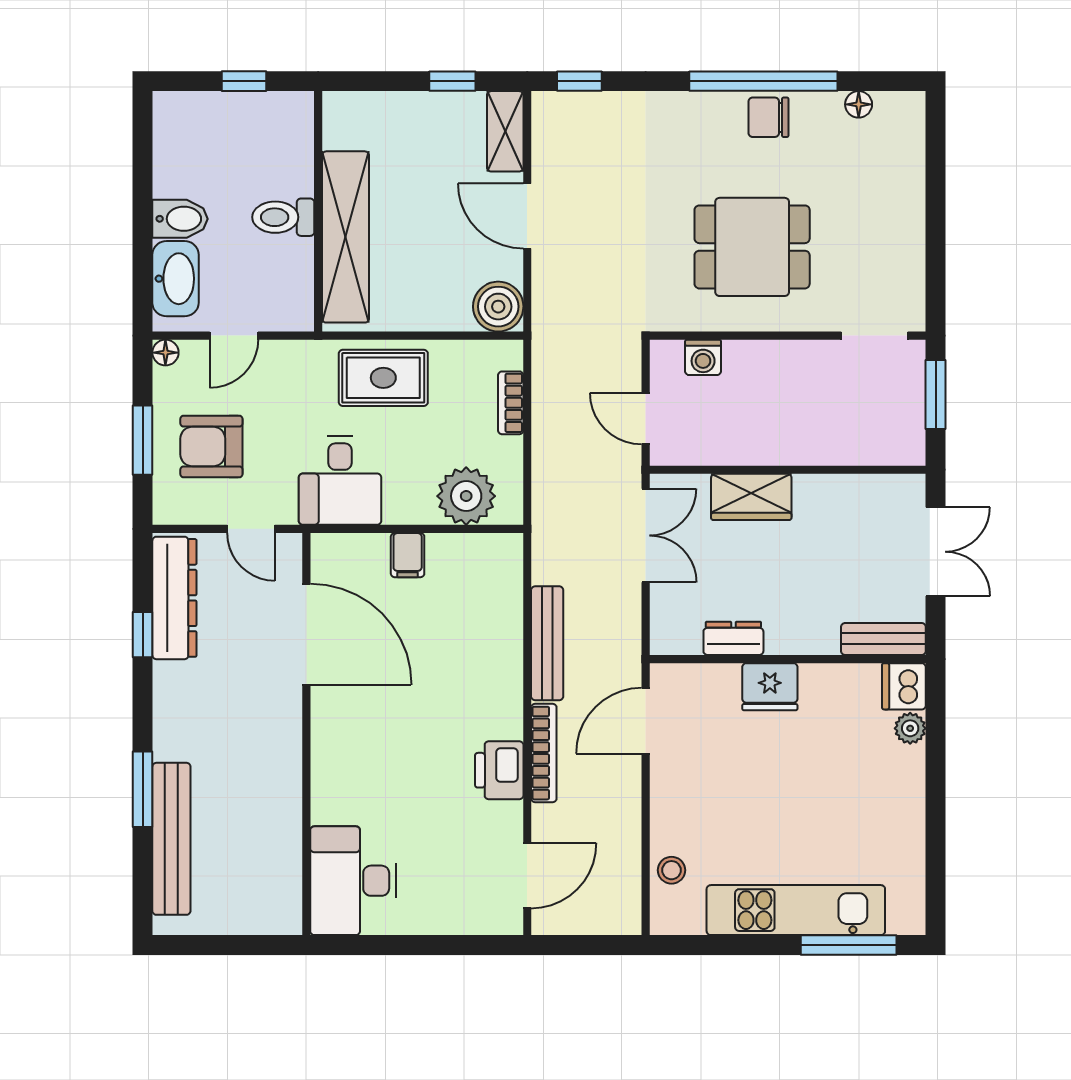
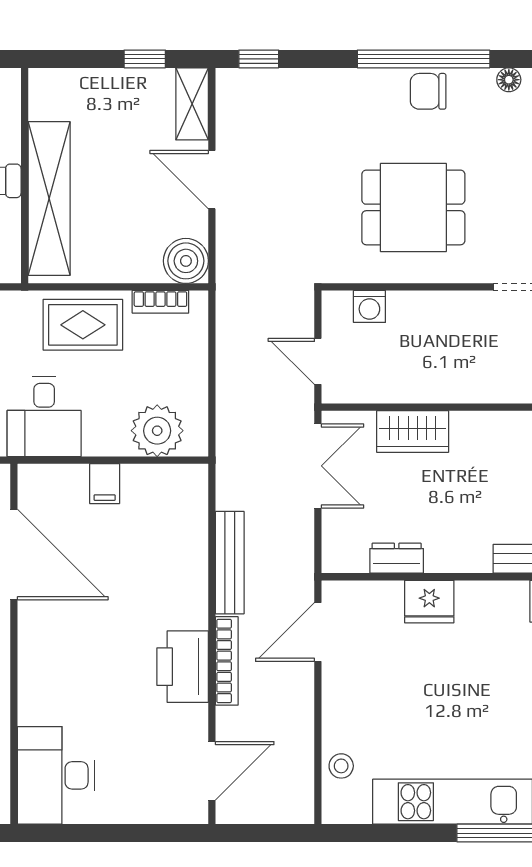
bookcase: (511, 403) -> (160, 302), moved, turned -90
printer: (499, 770) -> (183, 667), width x1.37, depth x1.19

